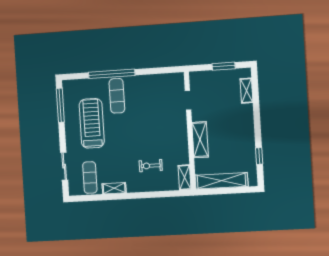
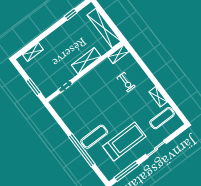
window: (224, 66) -> (34, 87), moved
treadmill: (92, 123) -> (124, 141), turned 180
sliding door: (64, 166) -> (156, 149), moved

